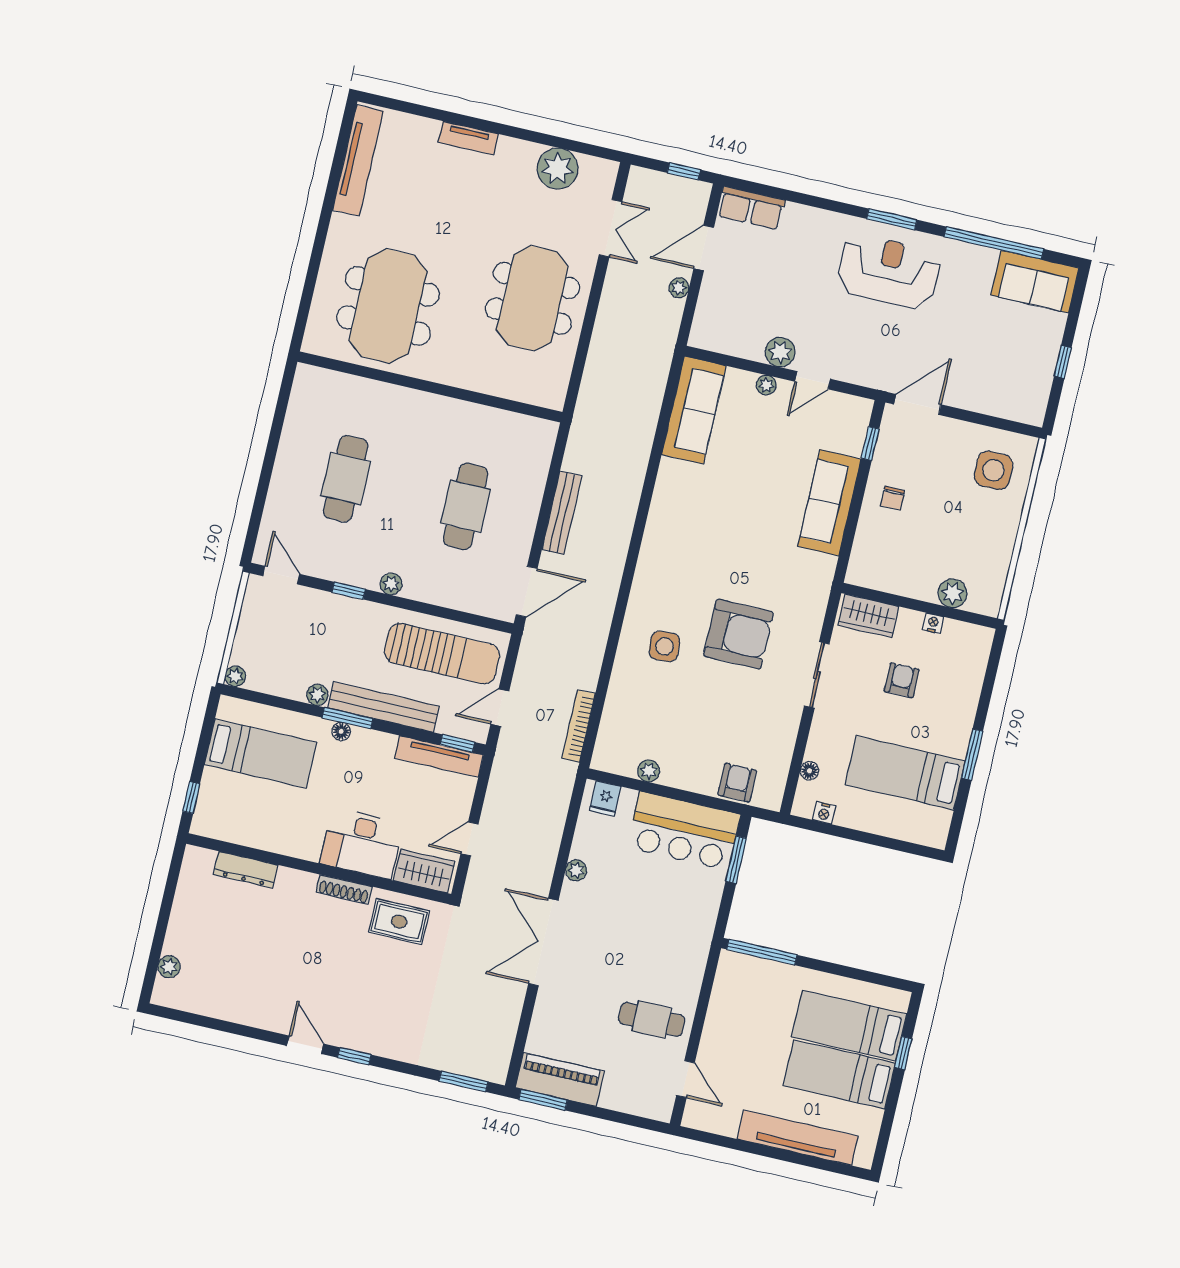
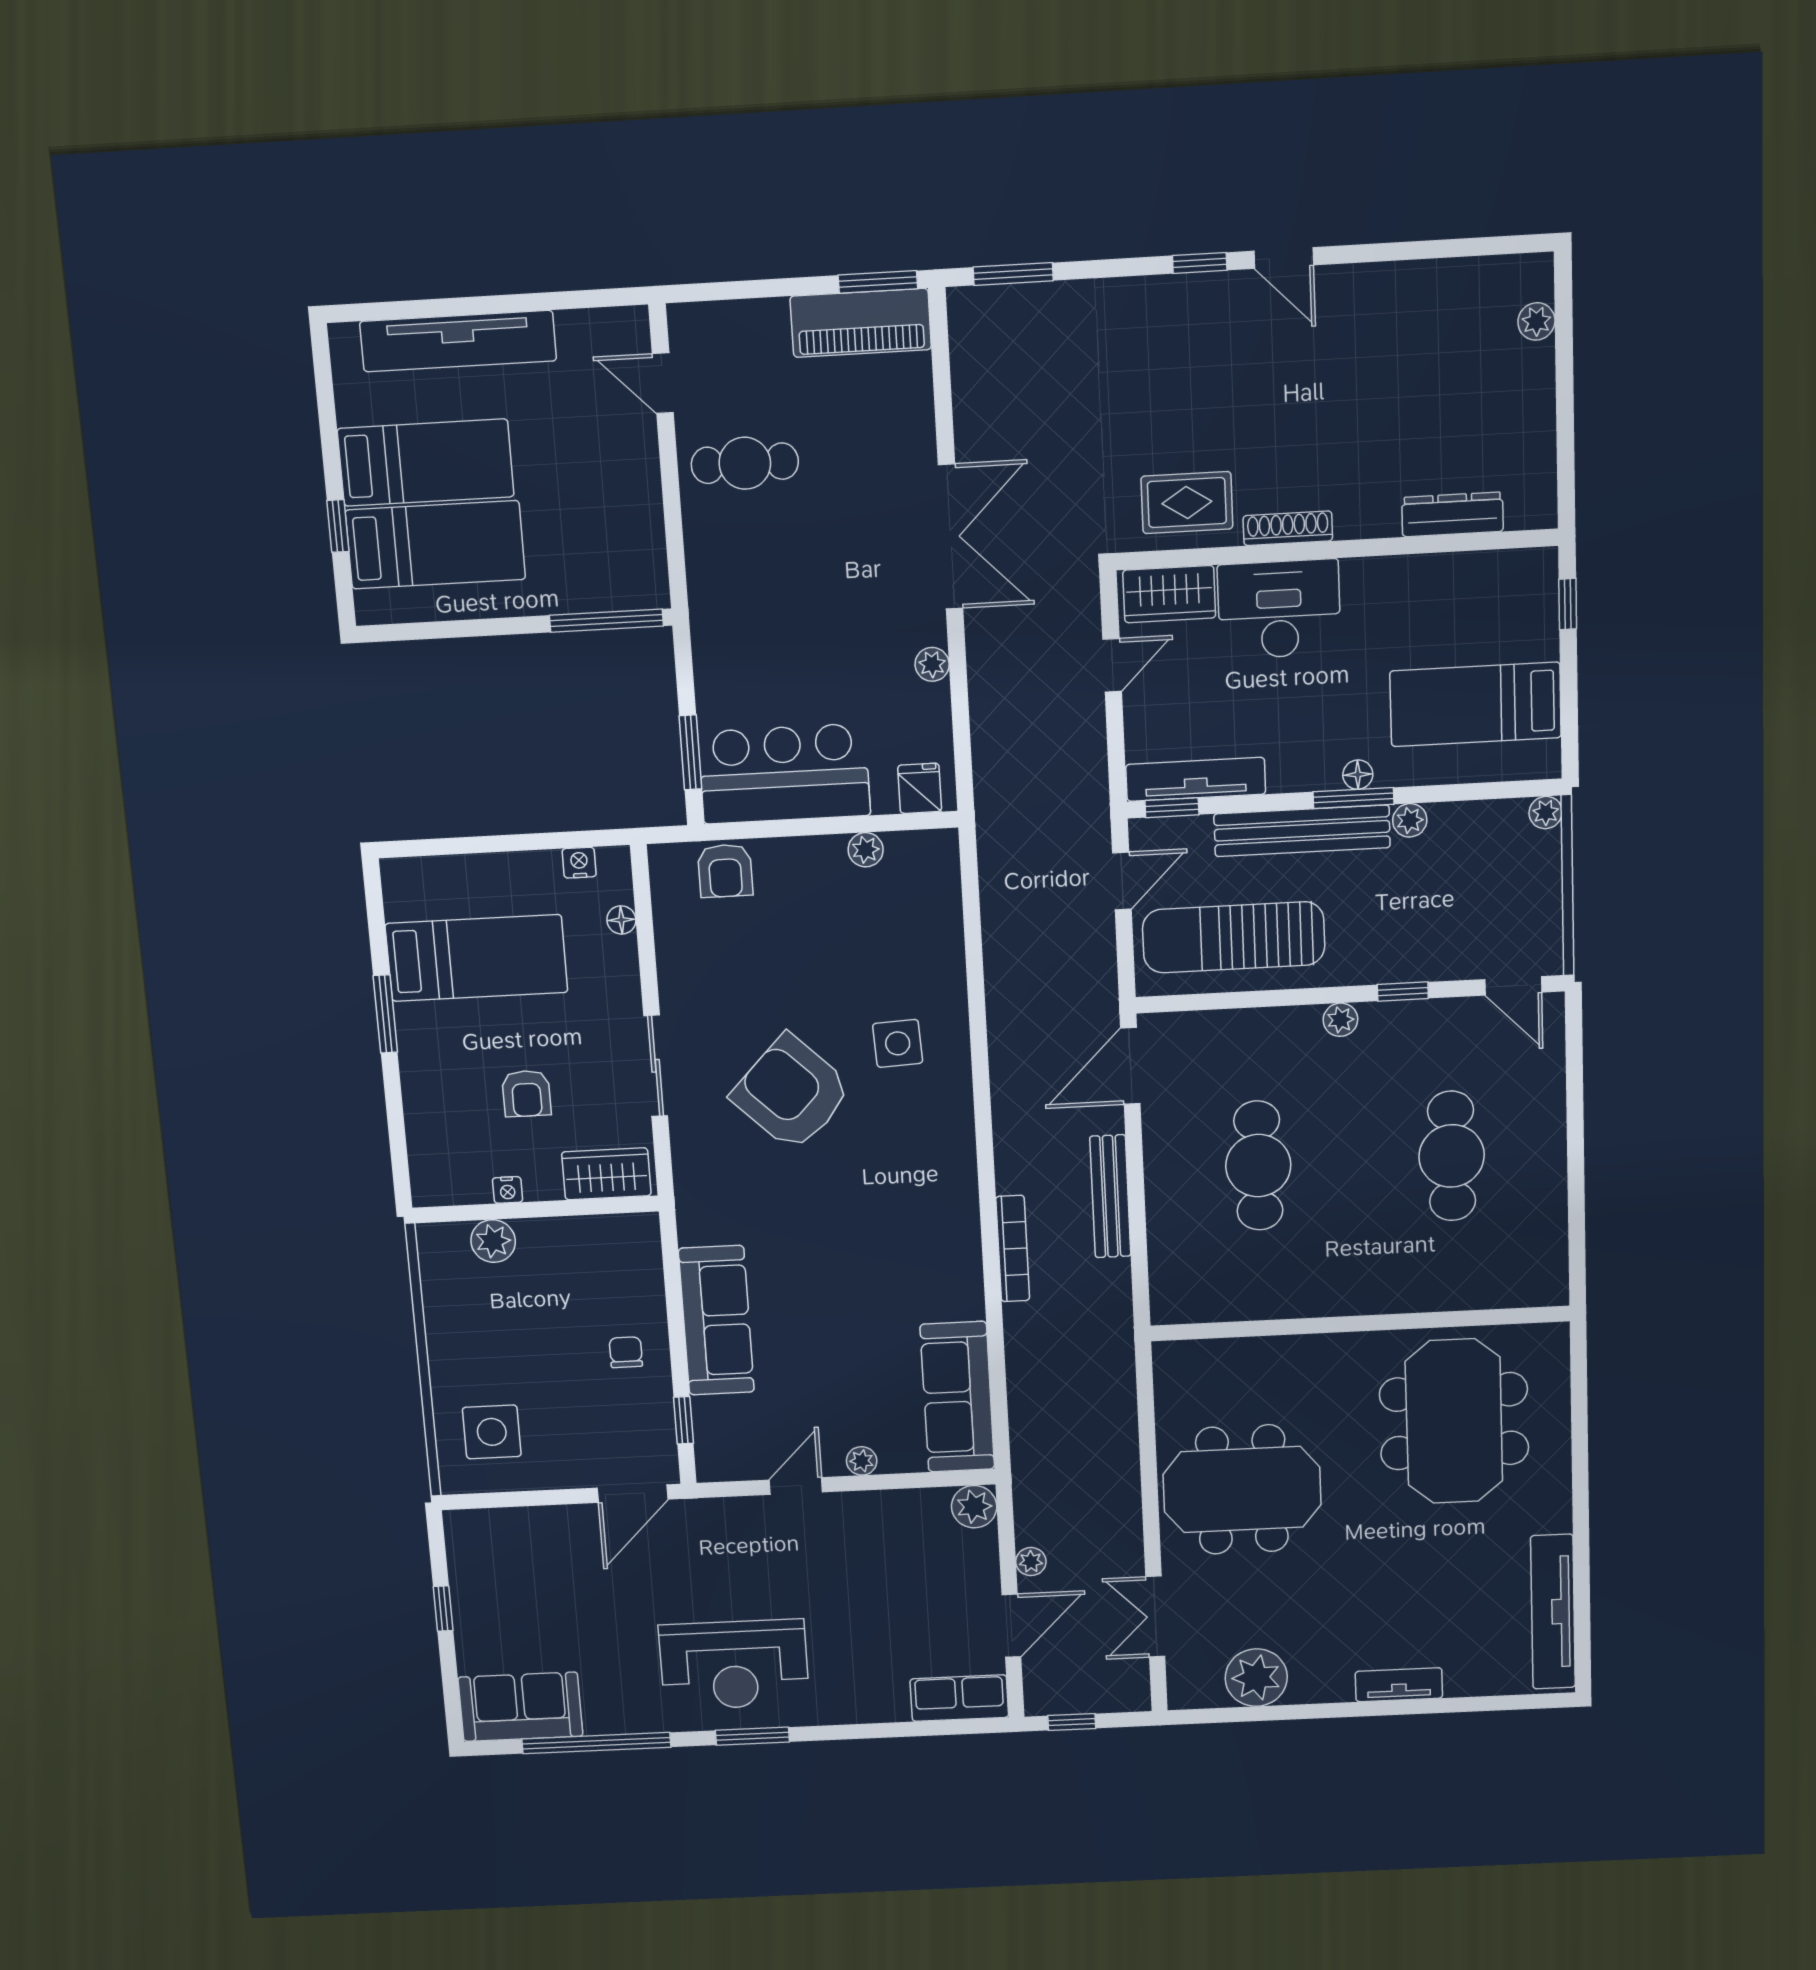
meeting table: (532, 298) -> (1242, 1490), turned 90
plant: (780, 352) -> (974, 1507), moved
armchair: (739, 634) -> (792, 1093), turned 44
bookcase: (579, 726) -> (1013, 1249), moved

